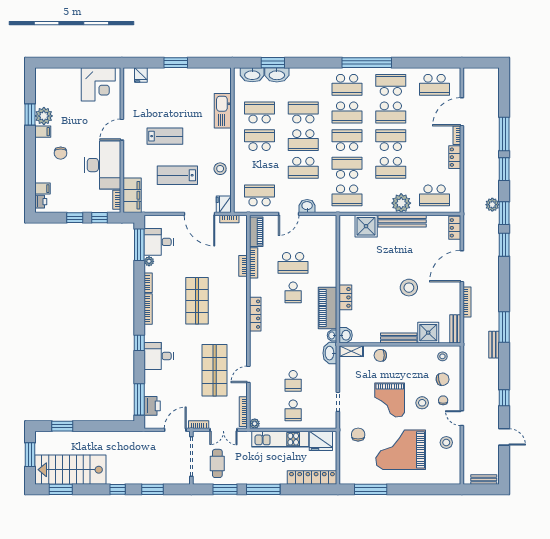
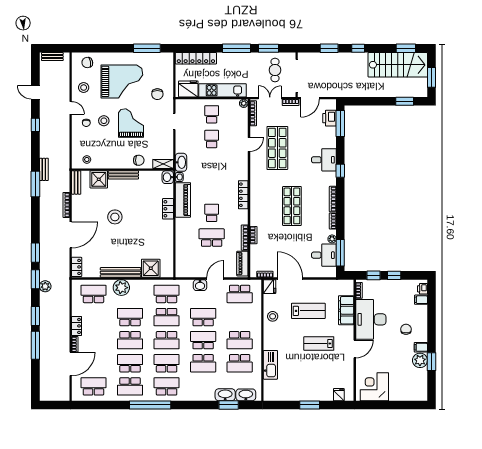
filing cabinet: (132, 195) -> (346, 310), moved
chair: (443, 379) -> (87, 62), moved

